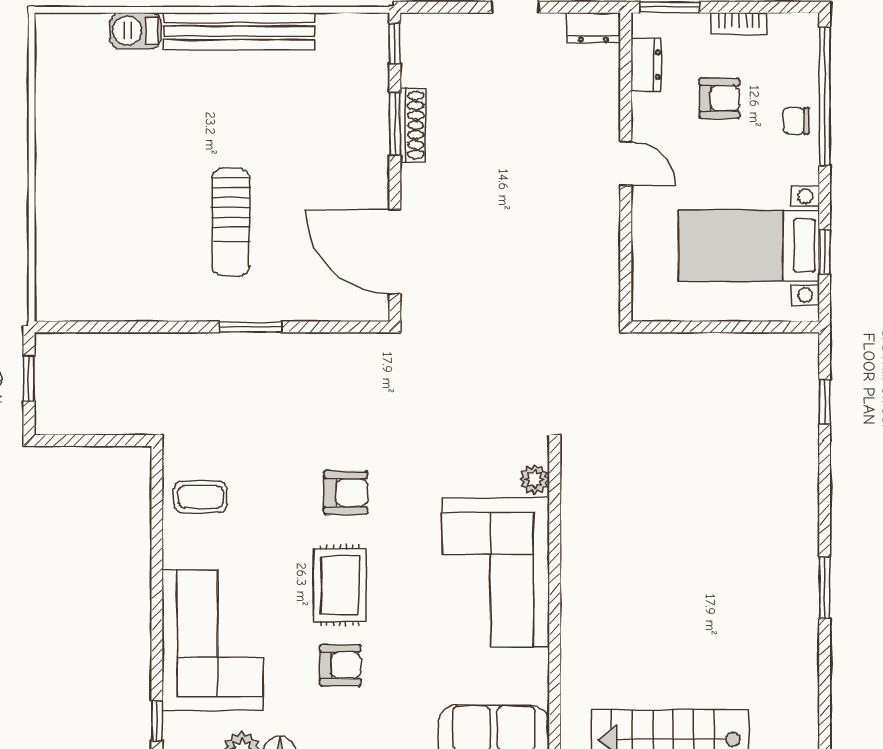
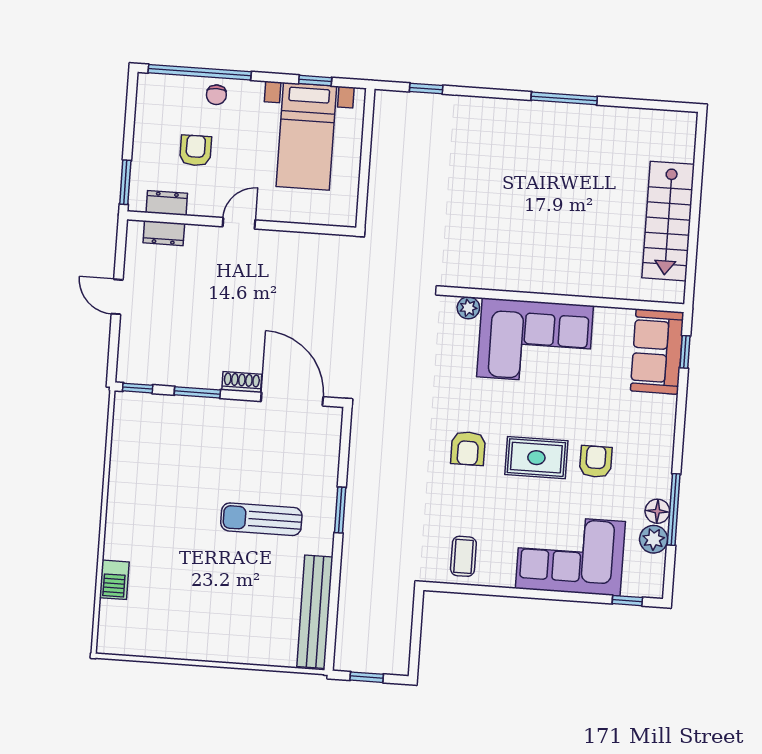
bookcase: (739, 24) -> (141, 132), removed
dresser: (593, 28) -> (164, 233), moved, turned 90
bench: (239, 31) -> (315, 612), moved
shoe rack: (413, 125) -> (242, 382), moved, width x0.70
sun lounger: (231, 222) -> (261, 519), turned 180
door: (395, 252) -> (292, 399), swing flipped
armchair: (346, 493) -> (468, 448), turned 180
window: (825, 588) -> (564, 98), width x1.44

